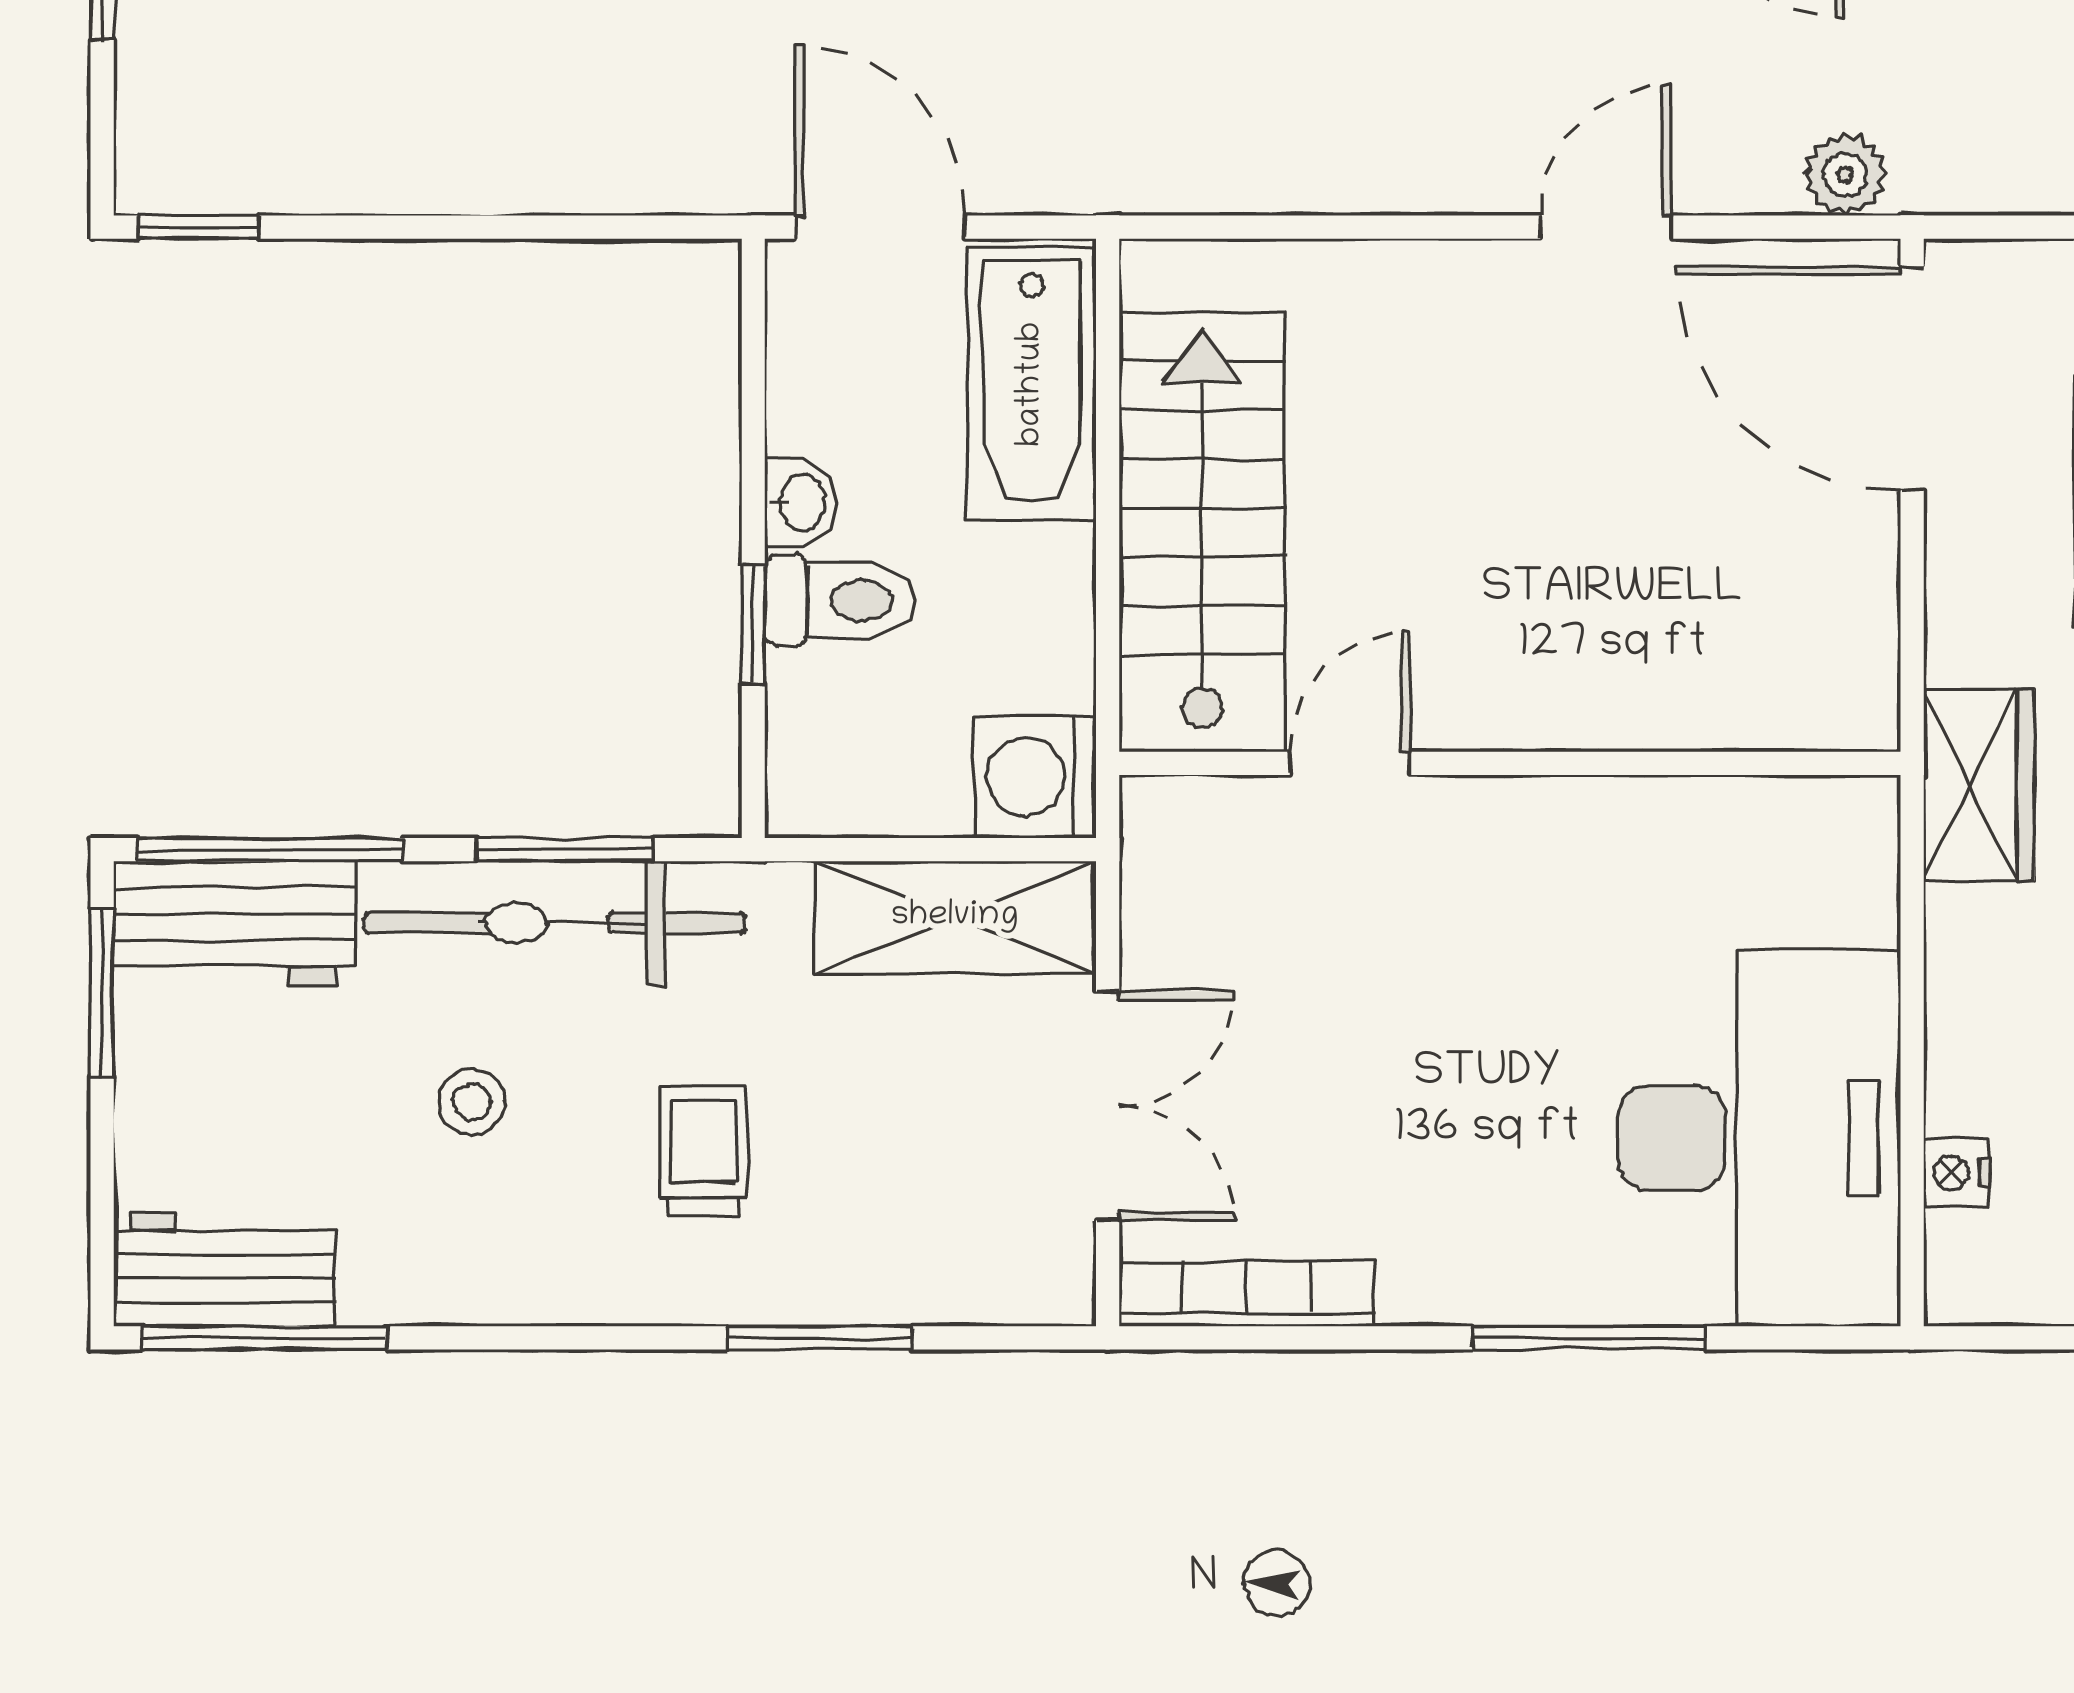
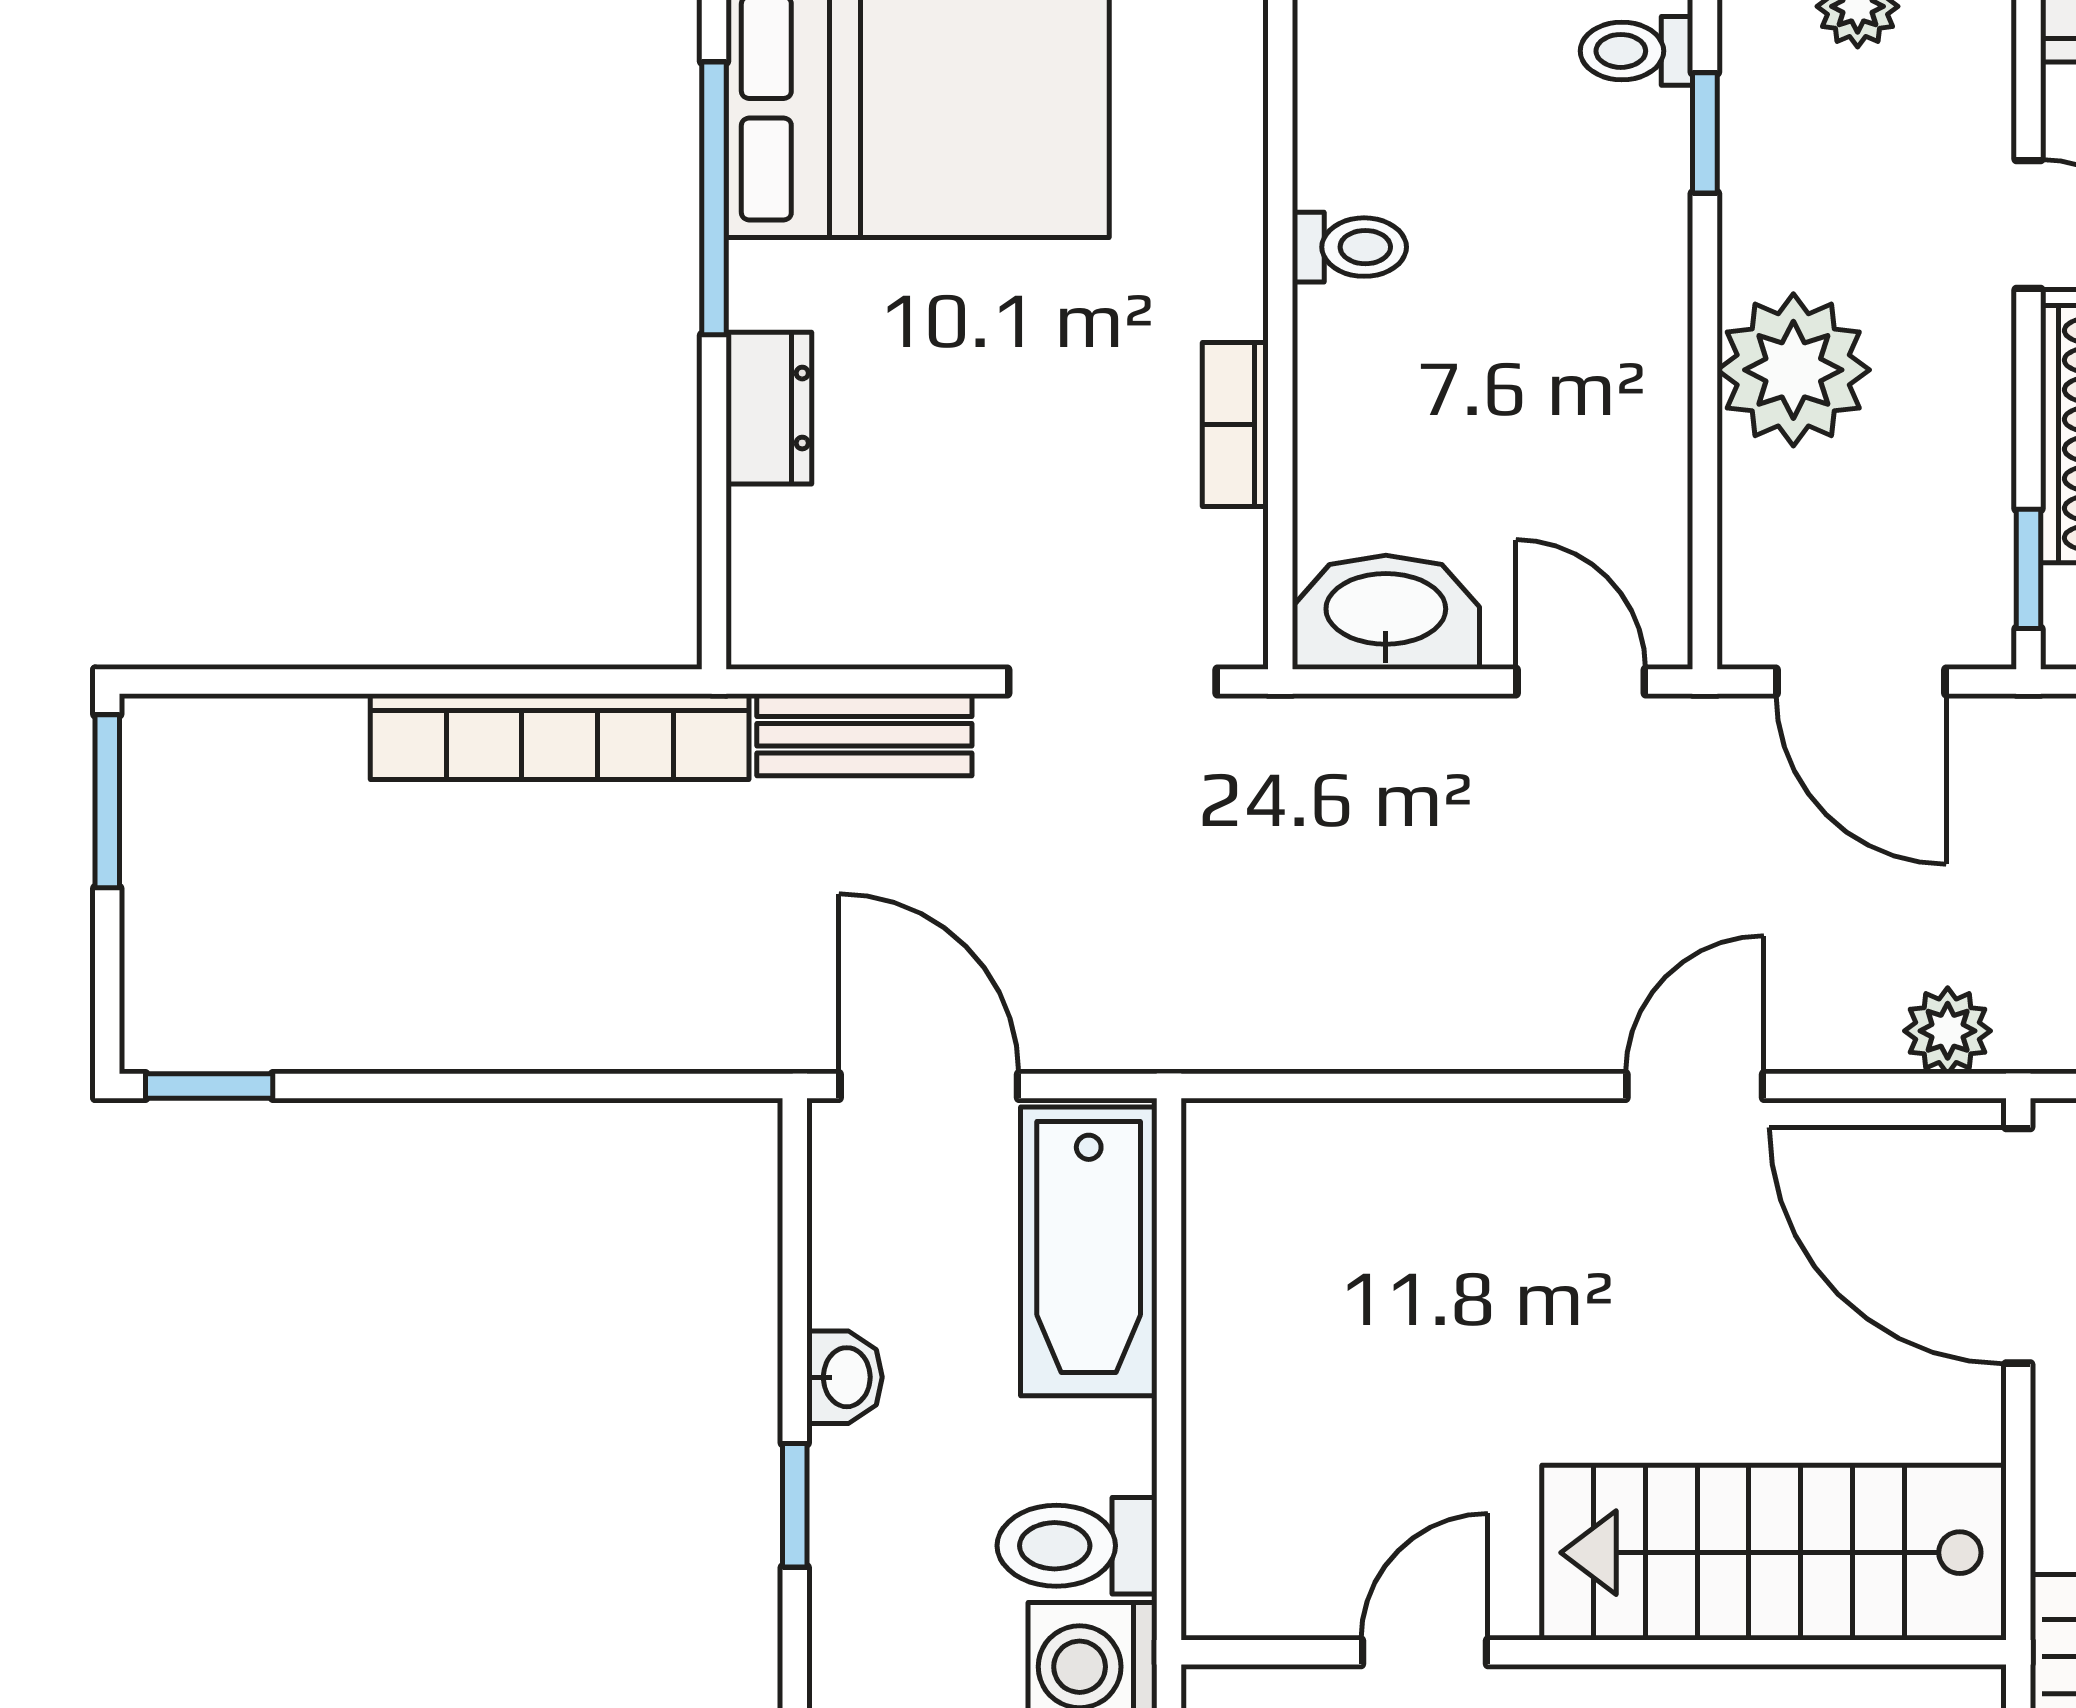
stairs: (1202, 532) -> (1774, 1553), moved, turned -90
toilet: (840, 600) -> (1077, 1546), moved, turned 180

